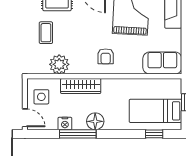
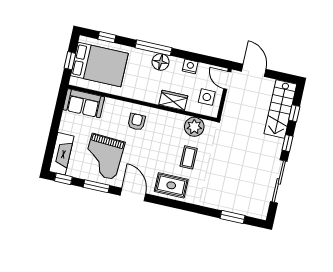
plant: (59, 64) -> (194, 127), moved
wardrobe: (81, 86) -> (173, 100), width x0.67
bed: (155, 111) -> (99, 65), width x1.50
window: (78, 134) -> (153, 48), moved

